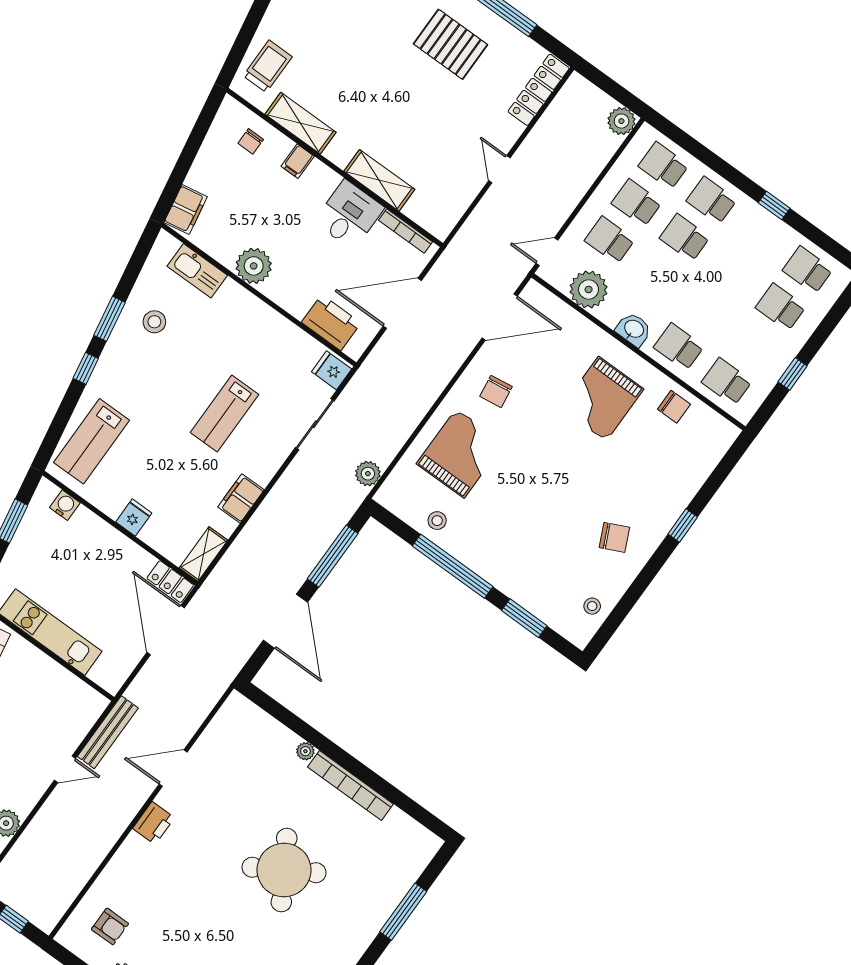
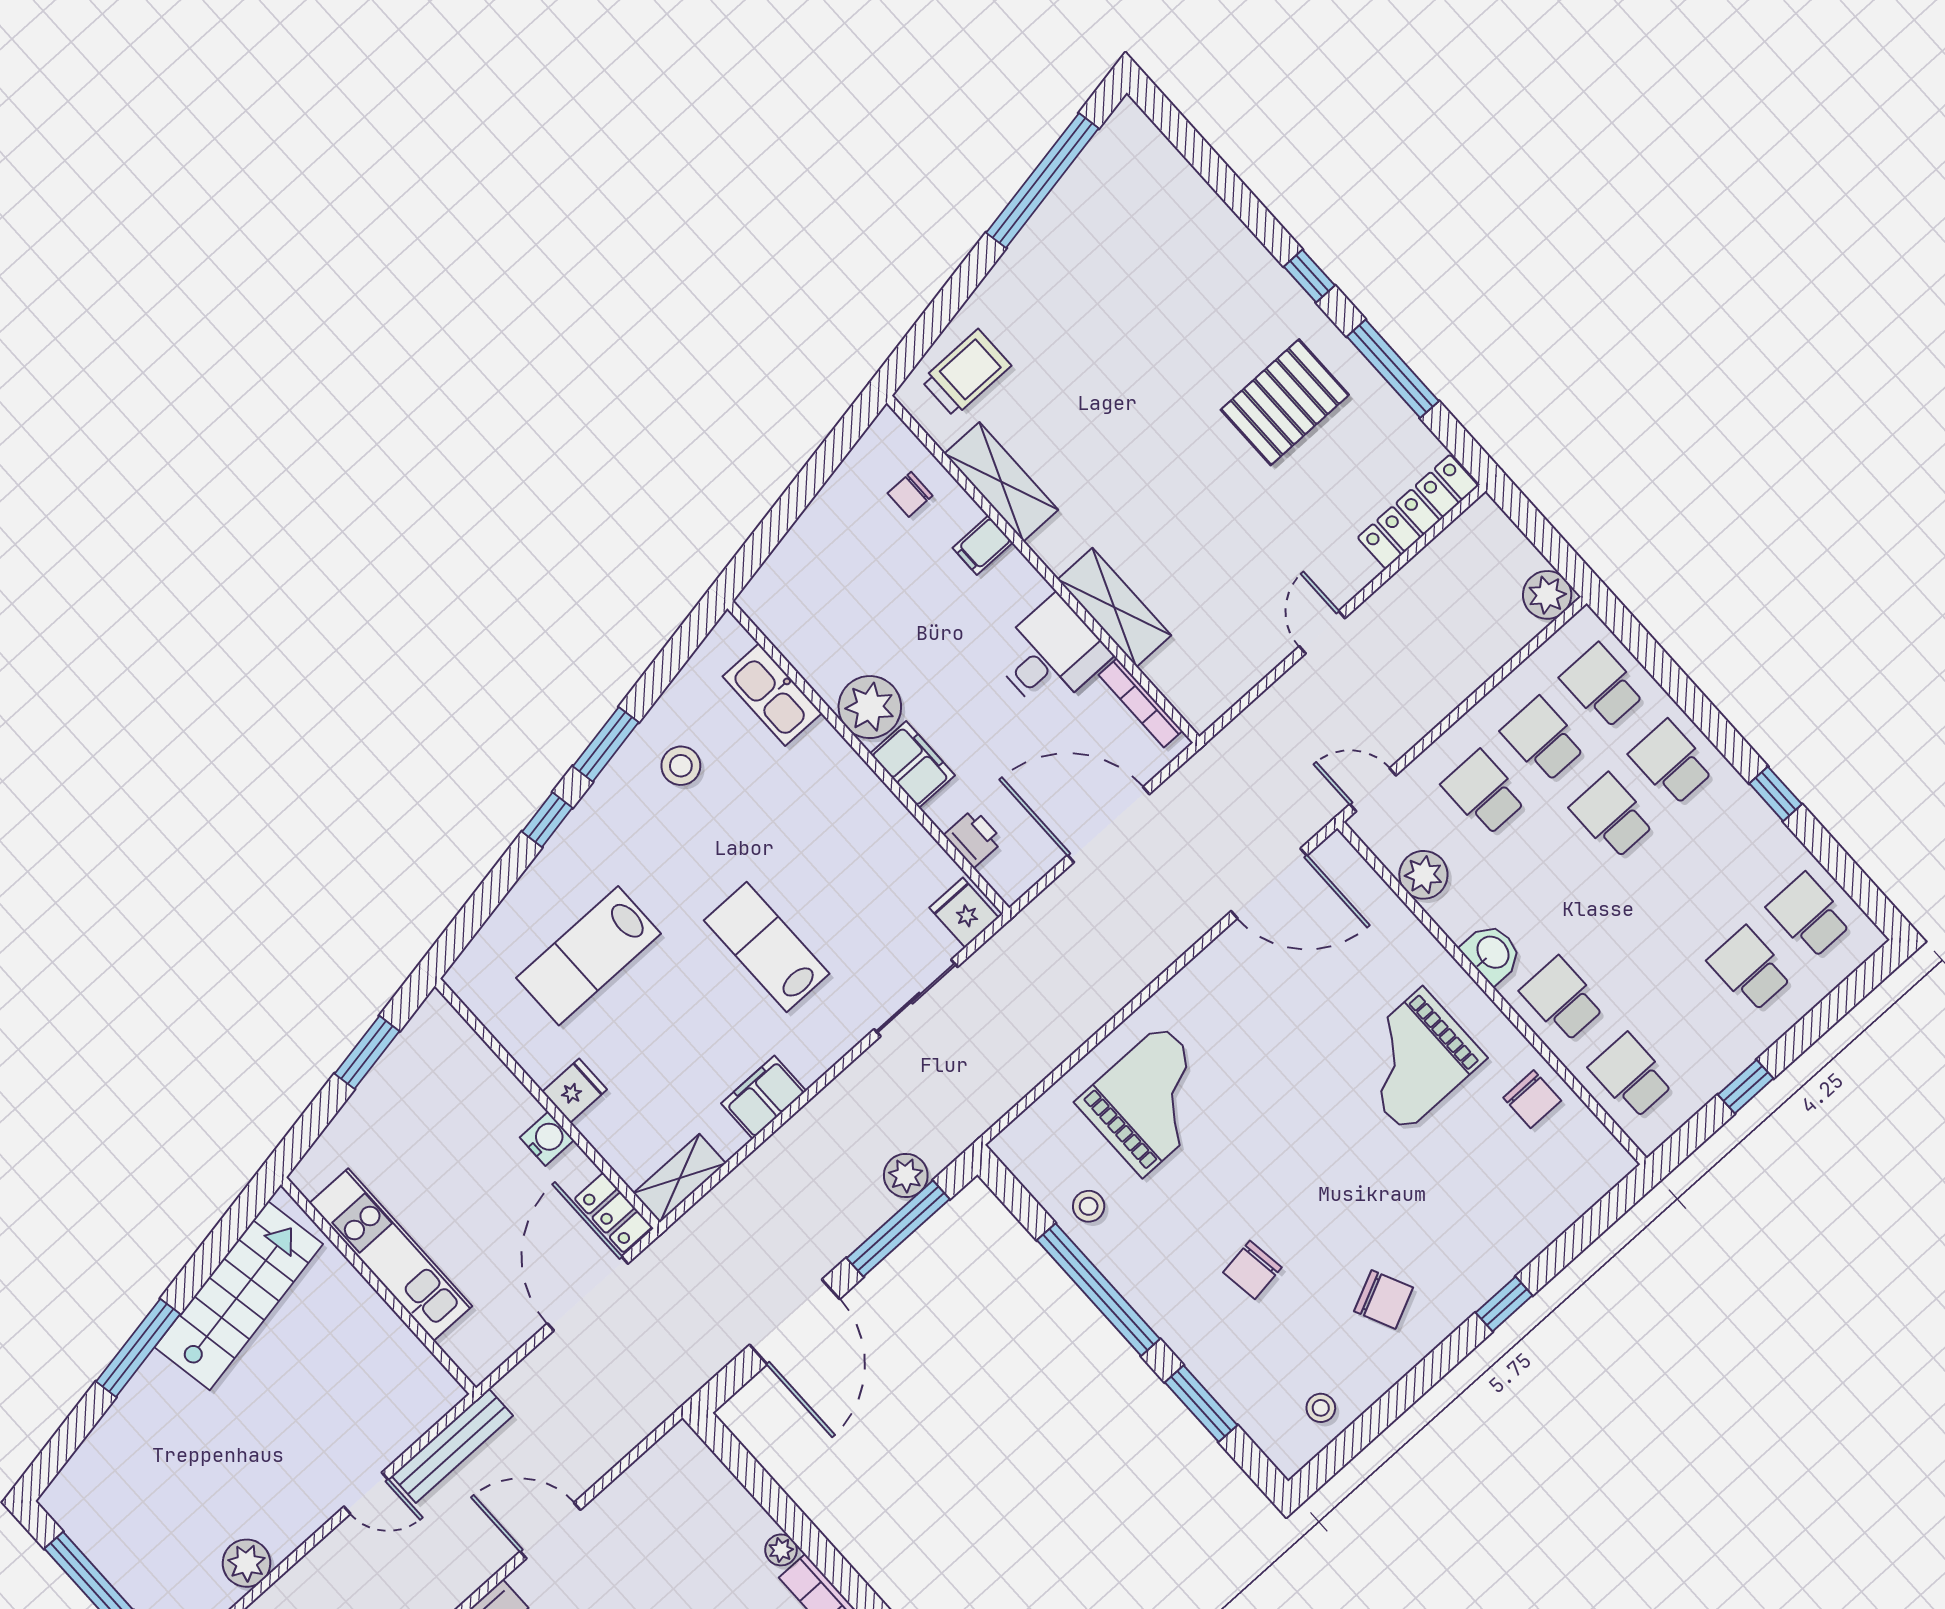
pallet: (451, 44) -> (1285, 402), turned 90
filing cabinet: (186, 210) -> (912, 764), moved, turned -80
plant: (589, 289) -> (1423, 875), width x0.73, depth x0.73
printer: (331, 323) -> (974, 838), width x0.53, depth x0.68
chair: (496, 391) -> (1252, 1270), moved
lab bench: (225, 413) -> (767, 947), turned 90
lab bench: (92, 441) -> (588, 956), moved
plant: (368, 474) -> (906, 1175), moved
water cooler: (65, 505) -> (547, 1139), moved

